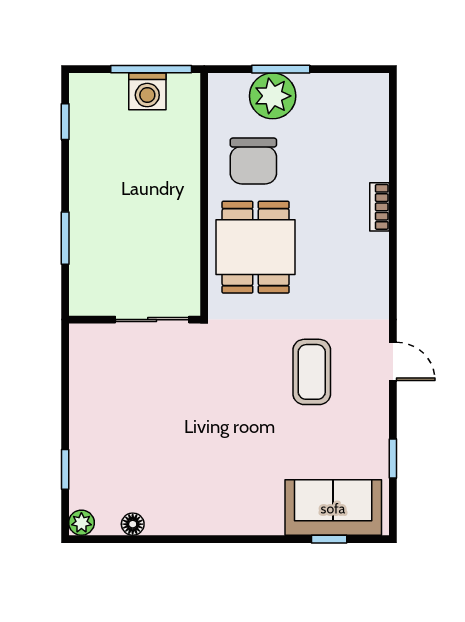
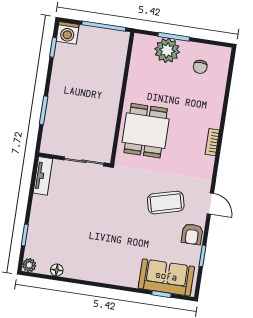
washing machine: (147, 91) -> (68, 33), moved
chair: (253, 161) -> (200, 67), moved, width x0.54, depth x0.54
bookcase: (379, 207) -> (212, 142), moved
tv unit: (82, 357) -> (43, 176), added
coffee table: (312, 372) -> (166, 203), turned 75
armchair: (368, 422) -> (192, 234), added

